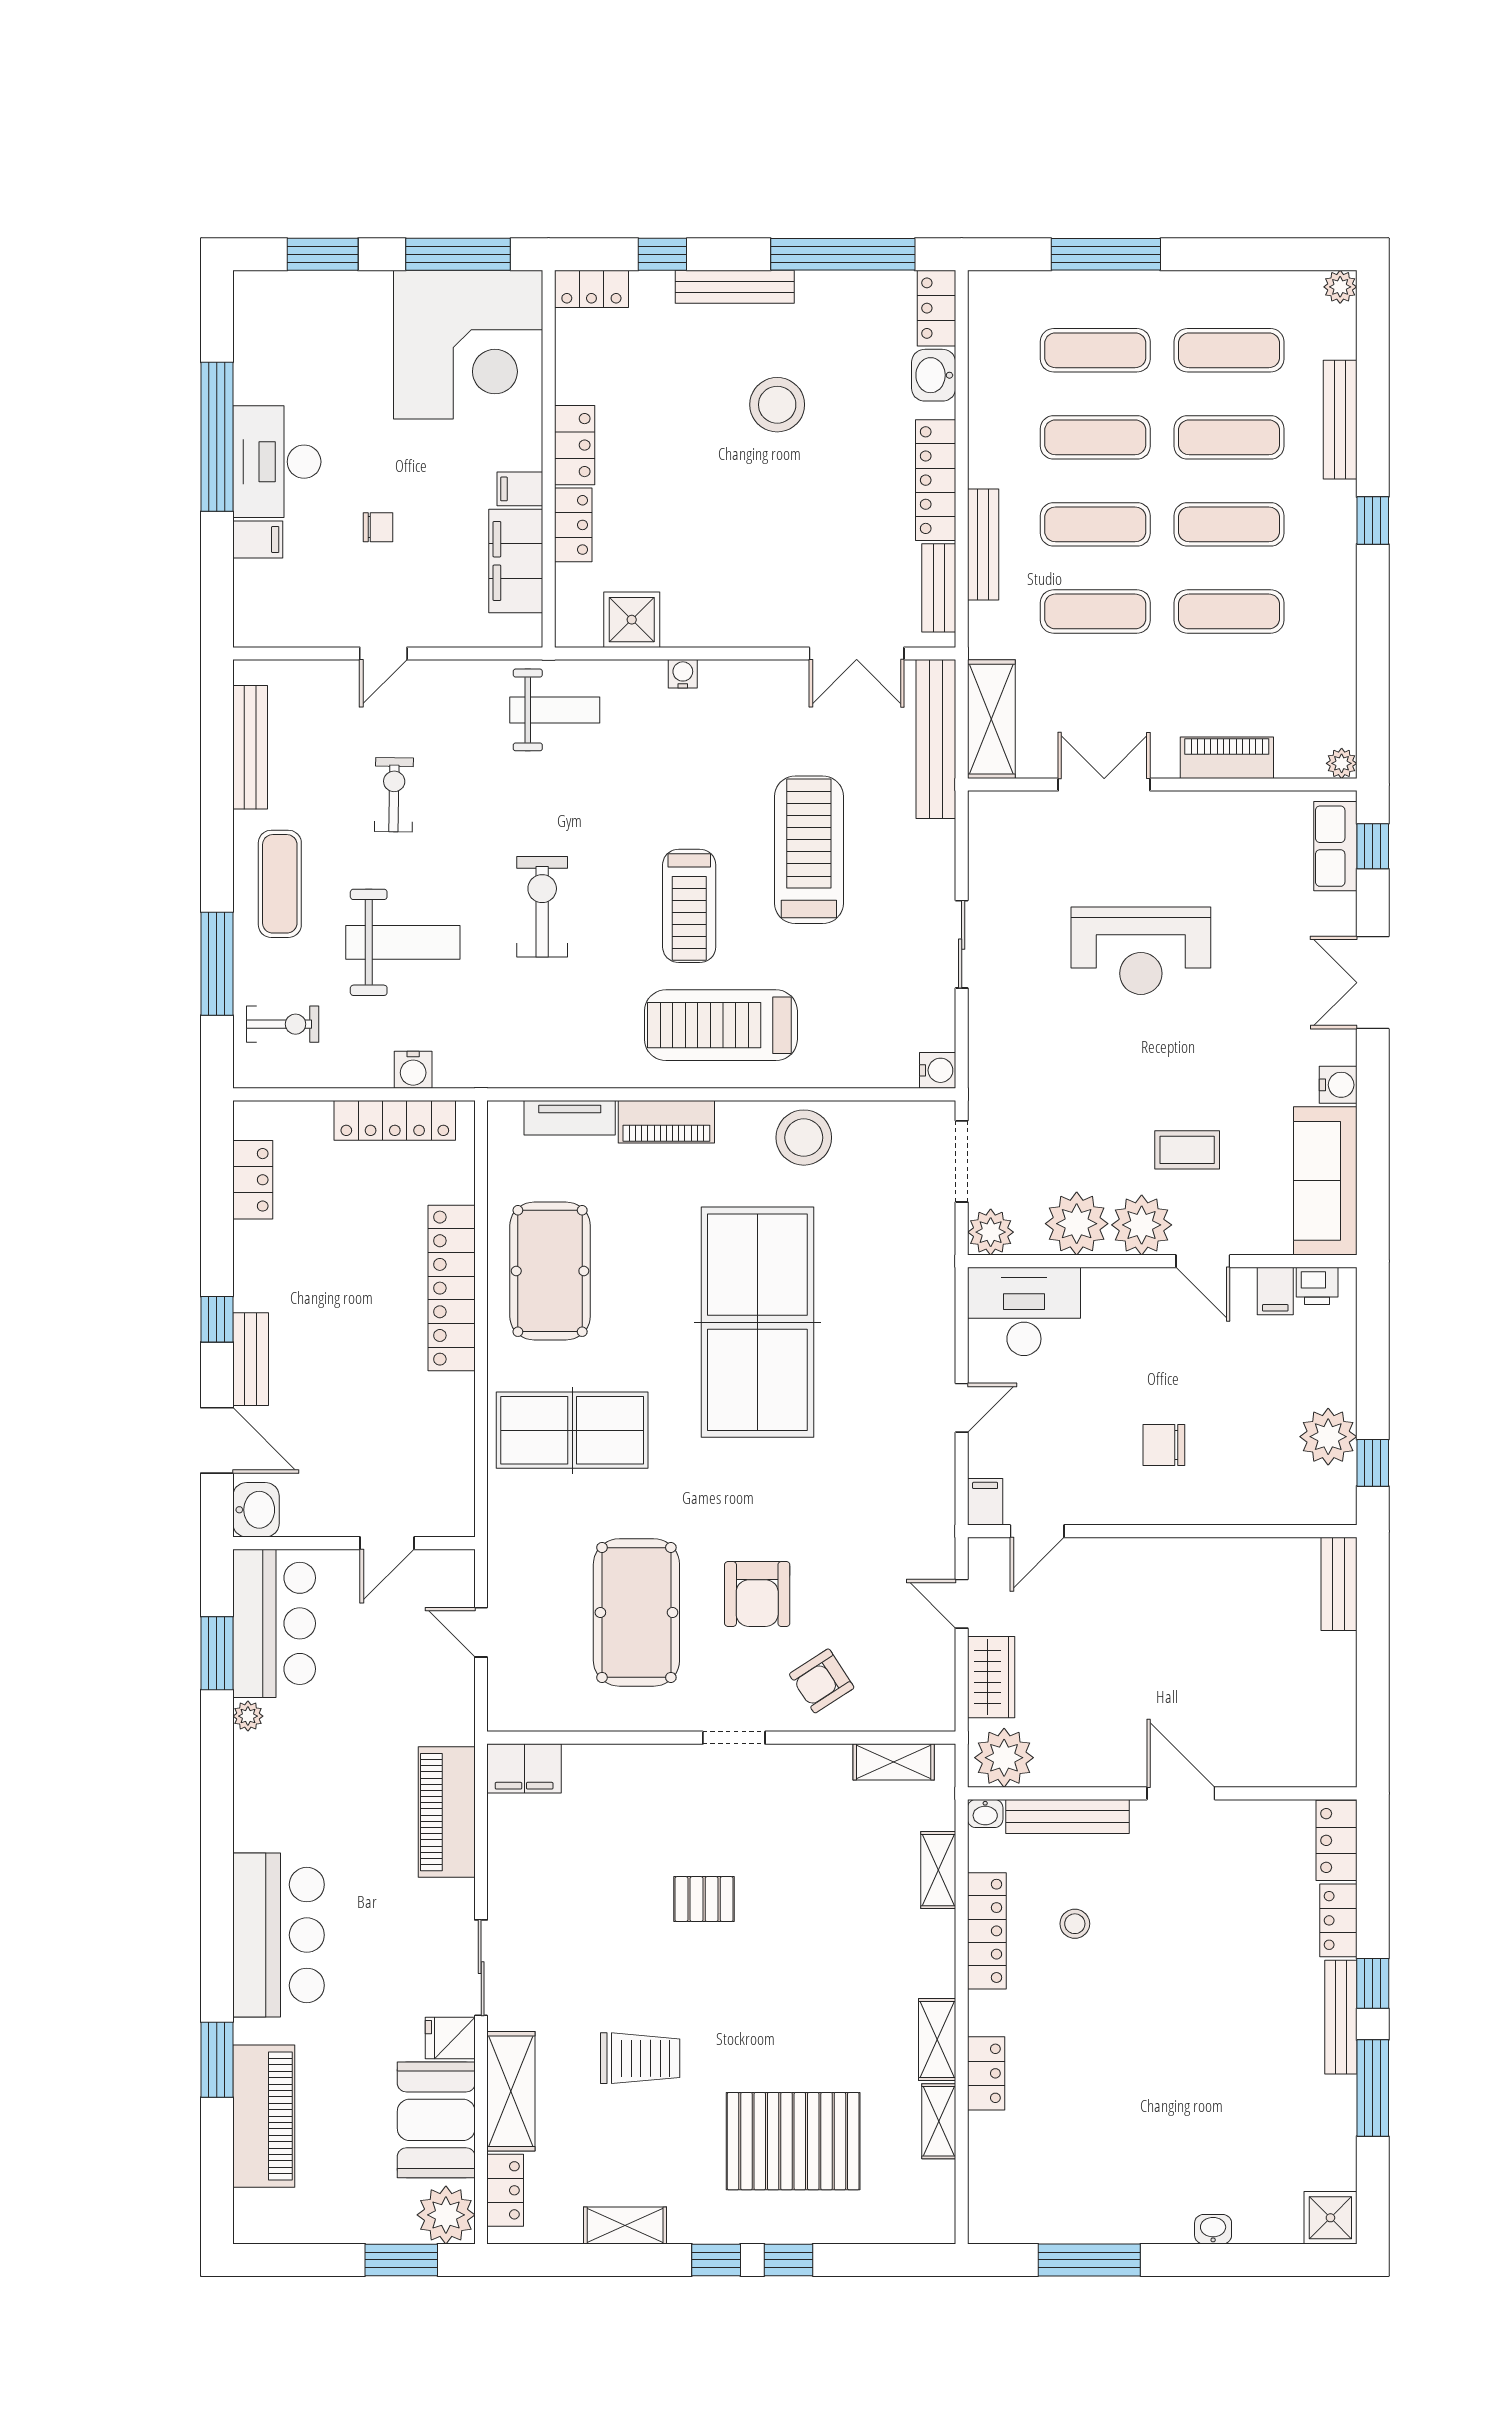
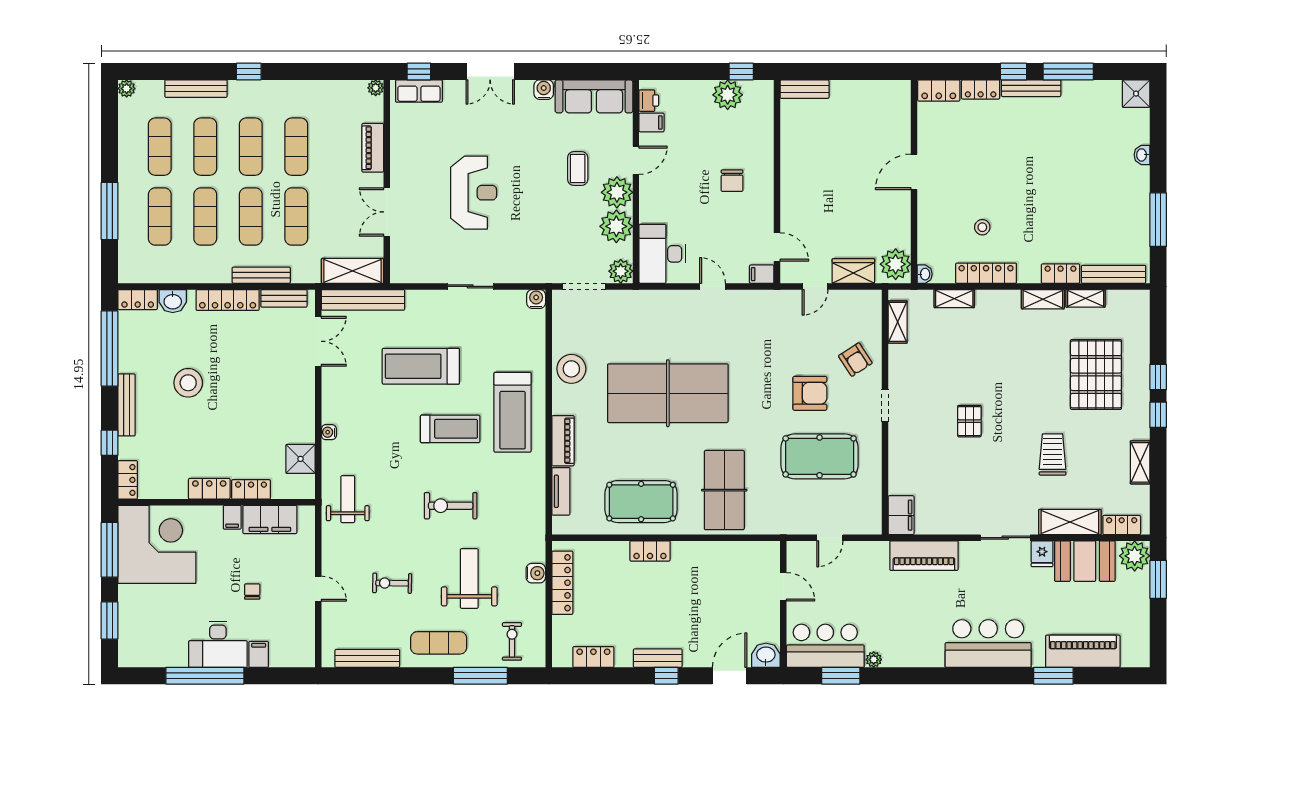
locker: (452, 1288) -> (650, 551), width x0.46, depth x0.83
bench: (251, 1359) -> (658, 658), moved
bench: (1067, 1816) -> (1114, 274), moved, turned 90

